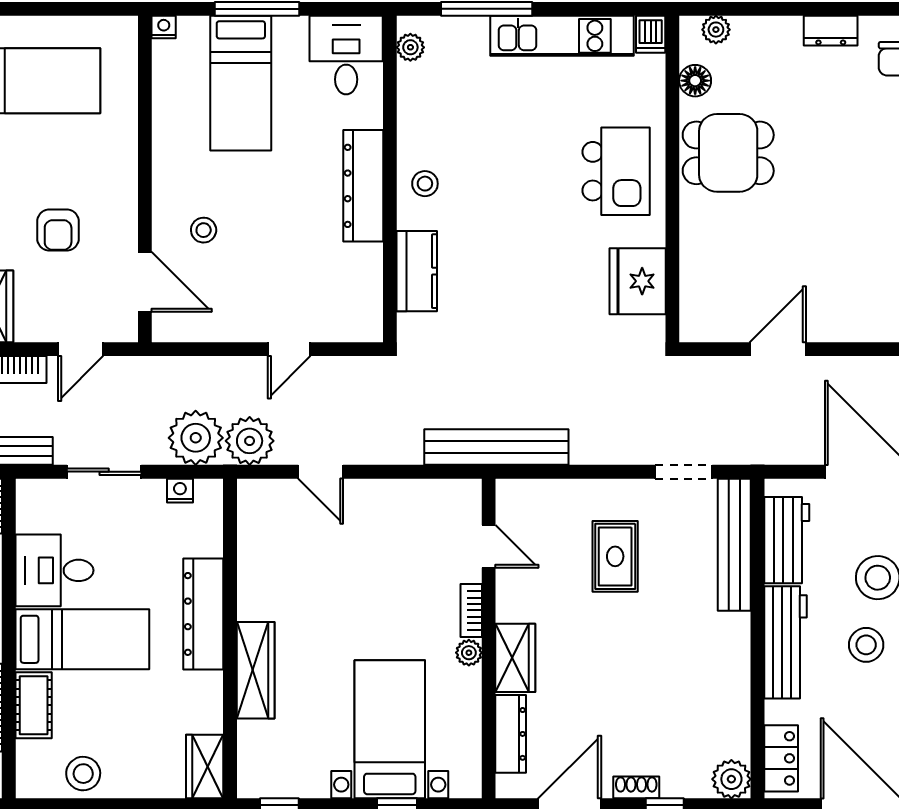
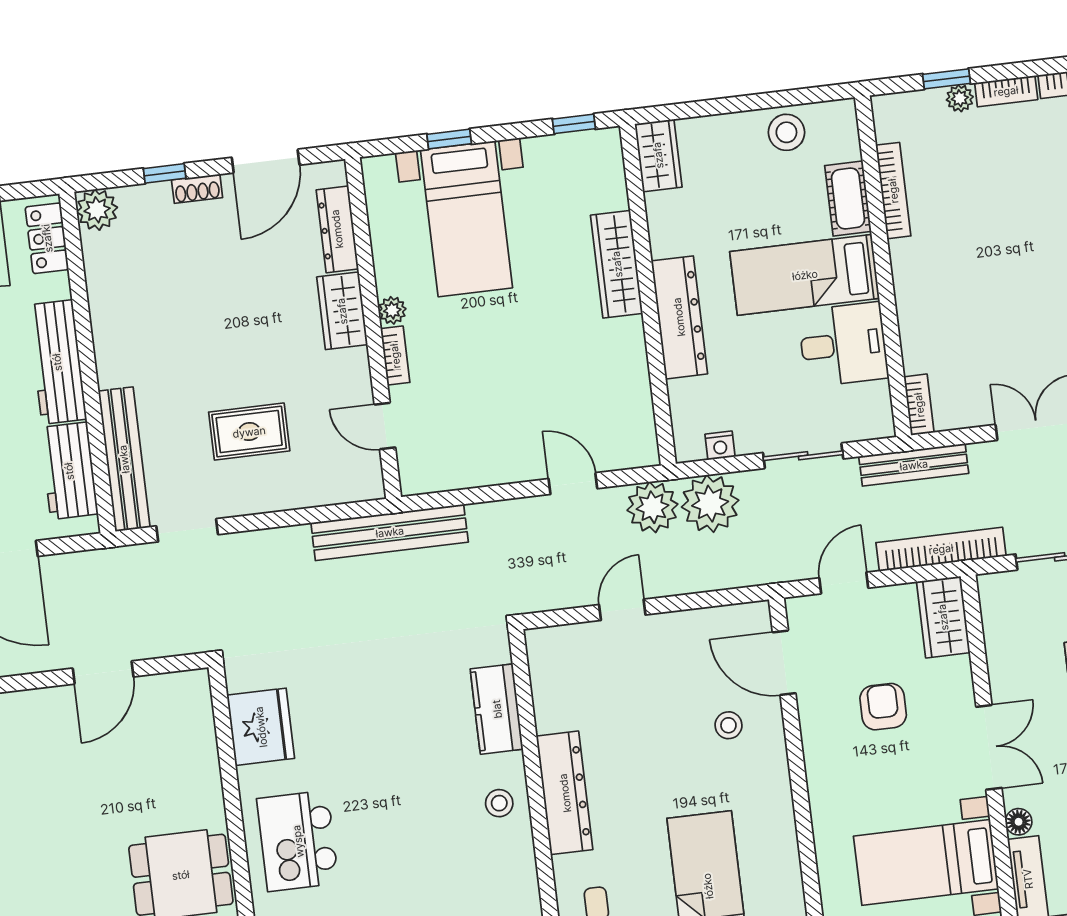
rug: (615, 556) -> (249, 432), turned 90

